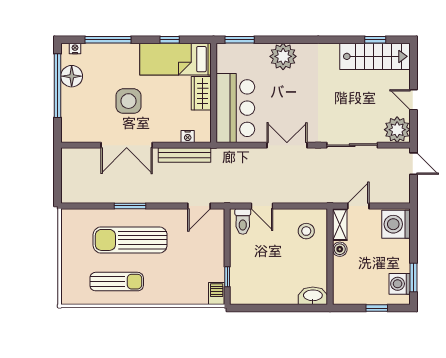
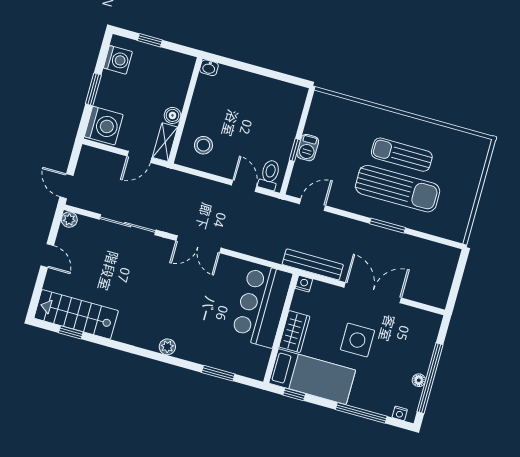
plant: (283, 56) -> (167, 347), width x0.53, depth x0.53
bed: (175, 59) -> (312, 377), moved
floor lamp: (72, 76) -> (419, 380), width x0.53, depth x0.53
wardrobe: (201, 93) -> (294, 332), moved
wall: (214, 93) -> (281, 328), moved
bar counter: (235, 108) -> (262, 305), moved
plant: (397, 130) -> (69, 220), width x0.53, depth x0.53
window: (227, 277) -> (295, 150), moved
window: (414, 277) -> (93, 89), moved
sun lounger: (117, 282) -> (402, 155), moved
barbecue: (217, 294) -> (308, 148), moved
washbasin: (313, 296) -> (209, 68), width x0.52, depth x0.69

